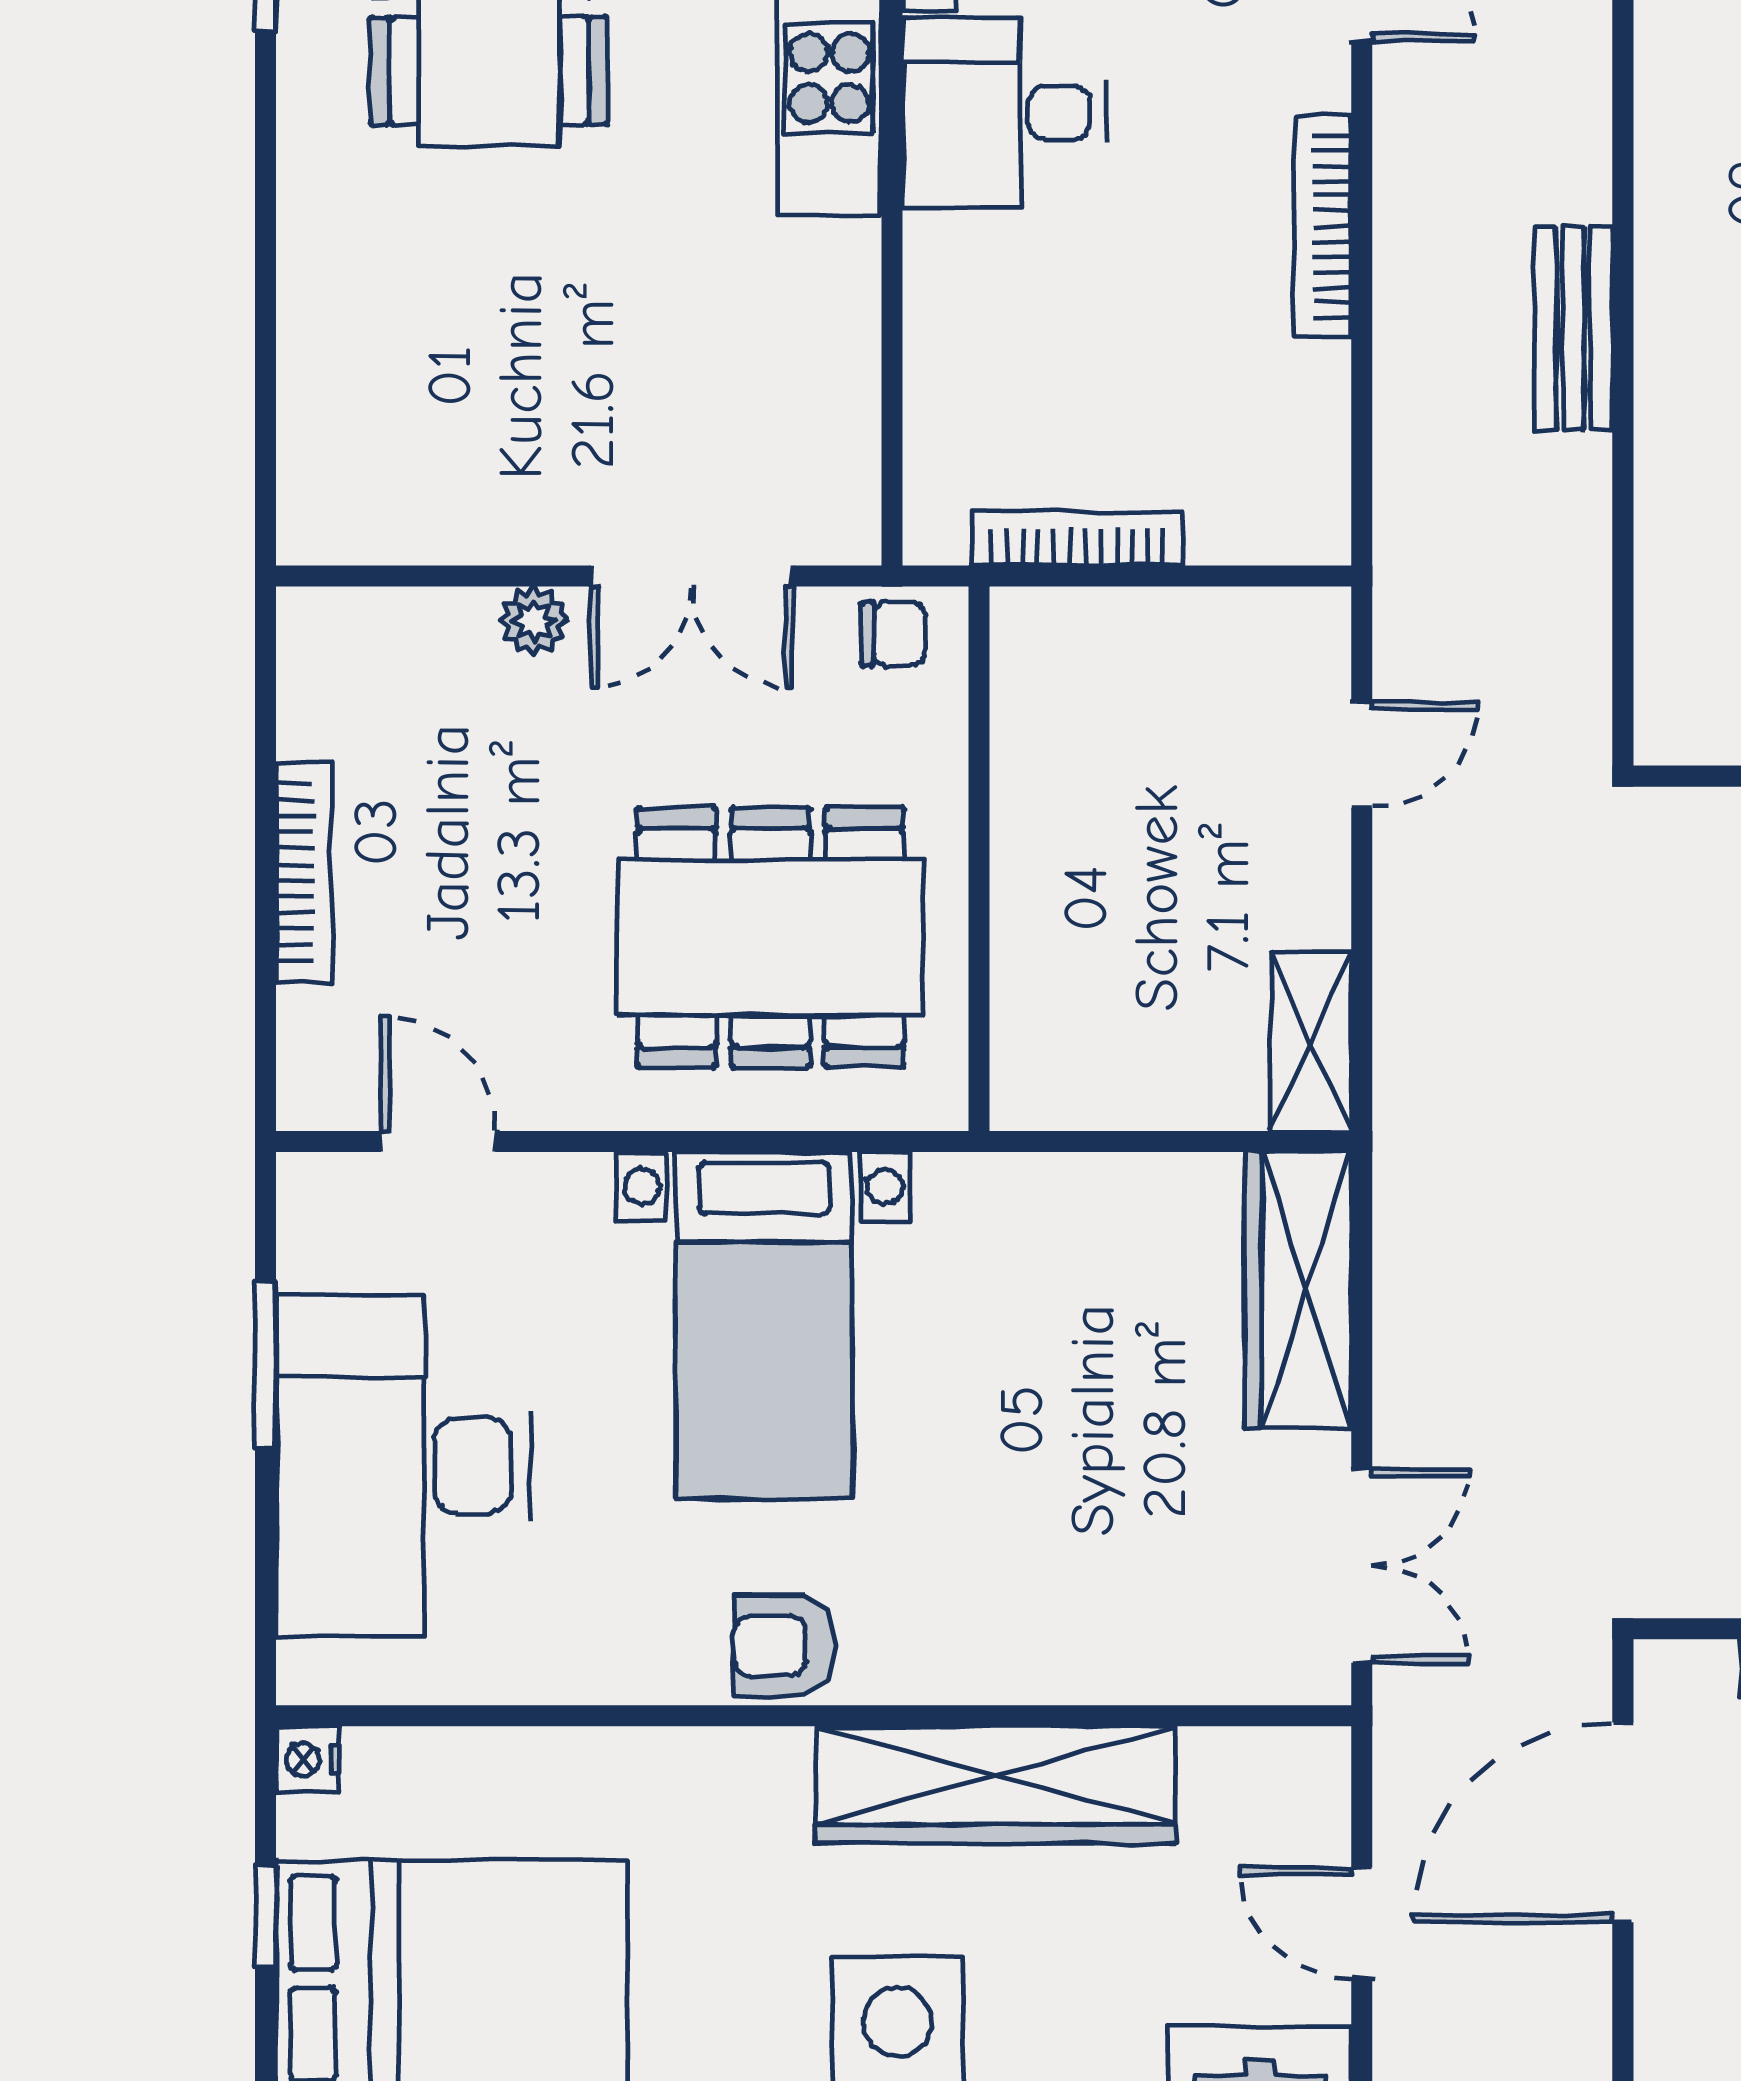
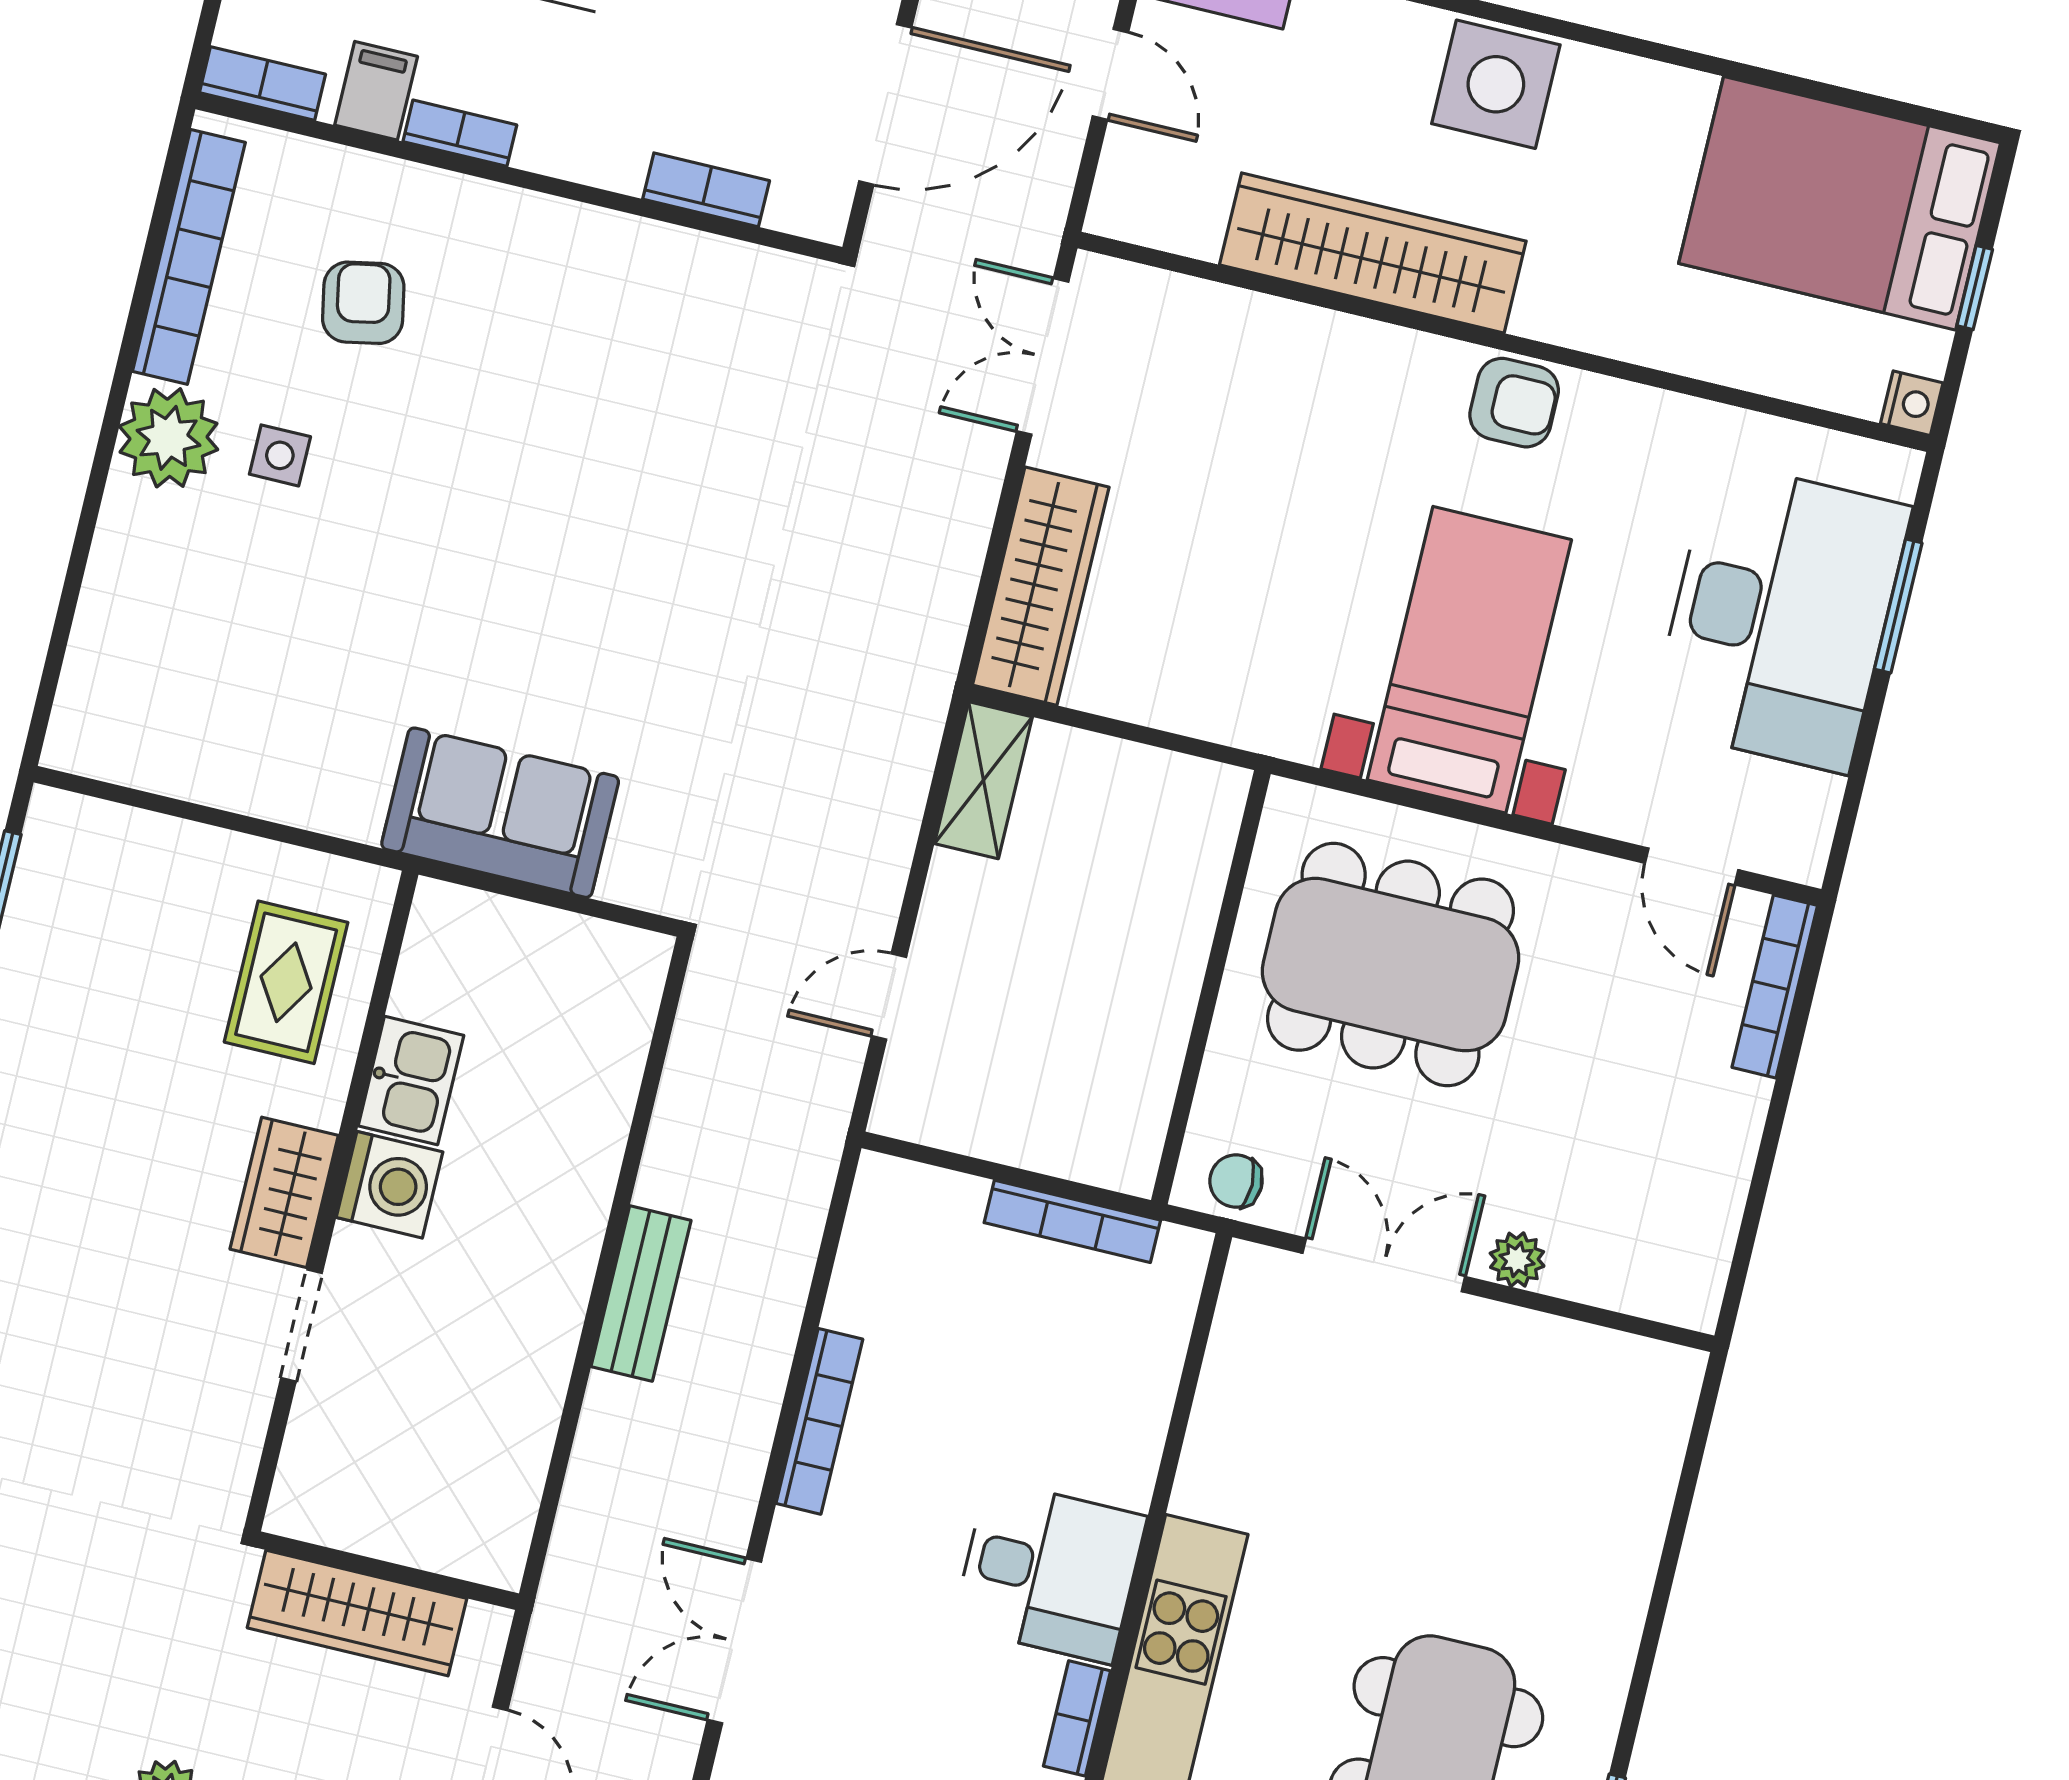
bookcase: (304, 873) -> (1775, 986), moved
window: (266, 1365) -> (1898, 606), moved

